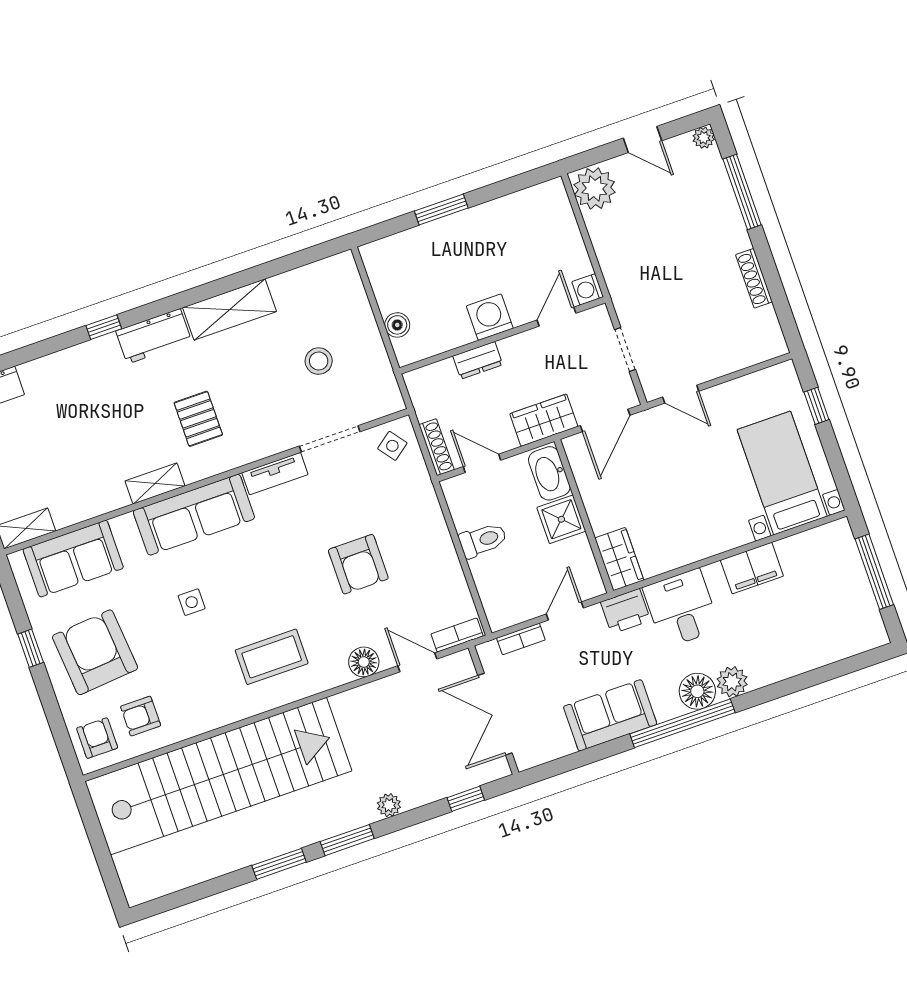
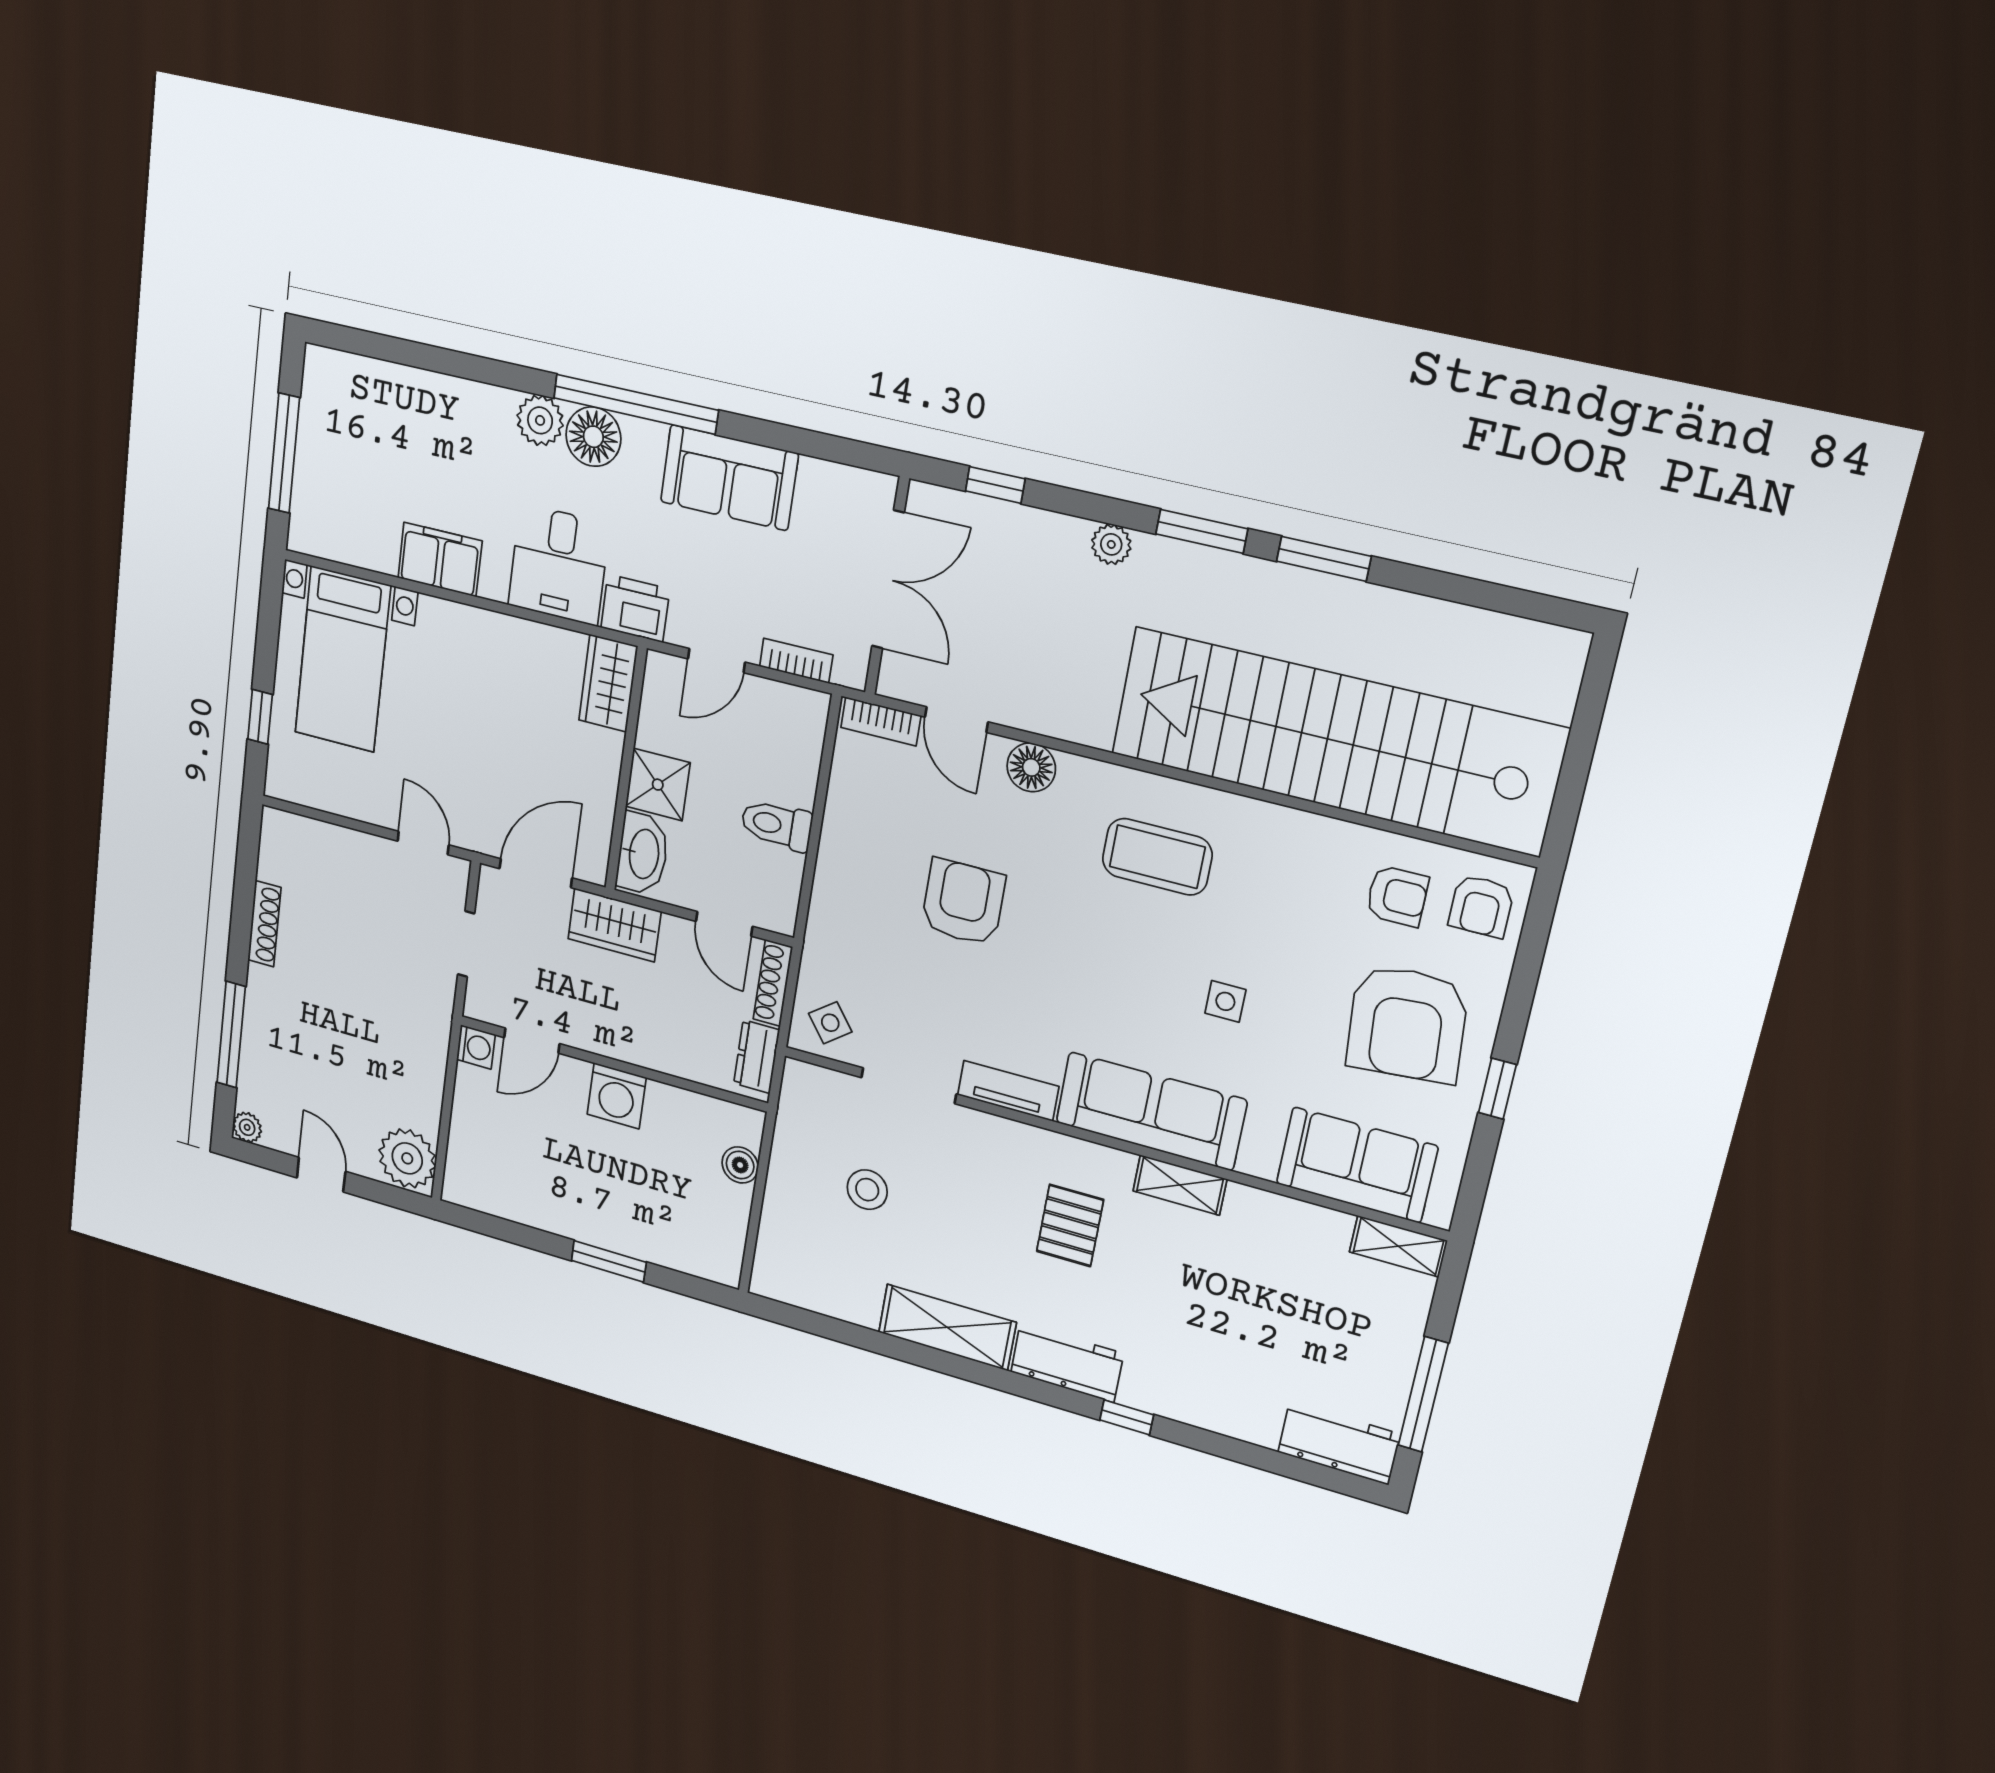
dresser: (478, 360) -> (757, 1057), moved, turned -90

